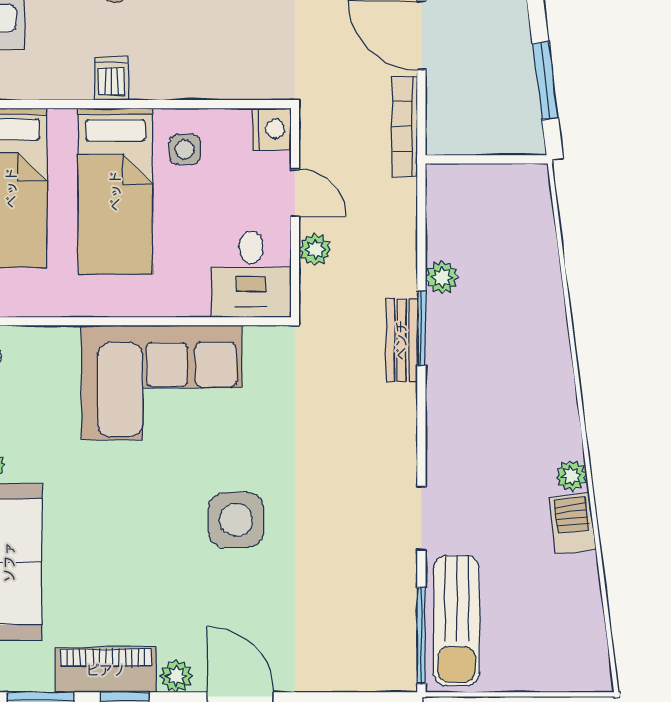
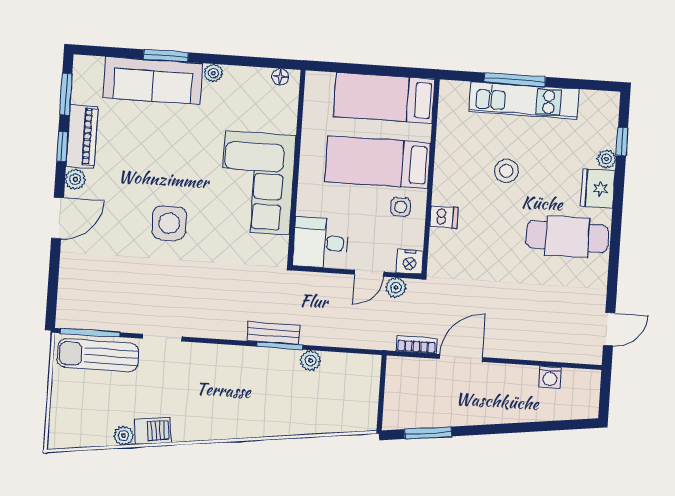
dishwasher: (112, 78) -> (444, 217), moved
bookcase: (405, 126) -> (416, 345), width x0.64
plant: (315, 249) -> (396, 288), moved
plant: (571, 476) -> (123, 435), moved

